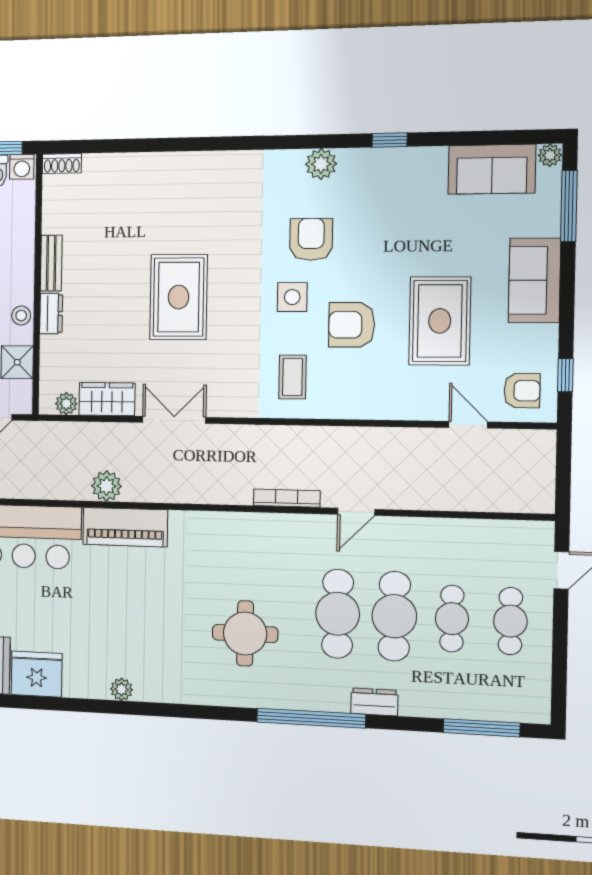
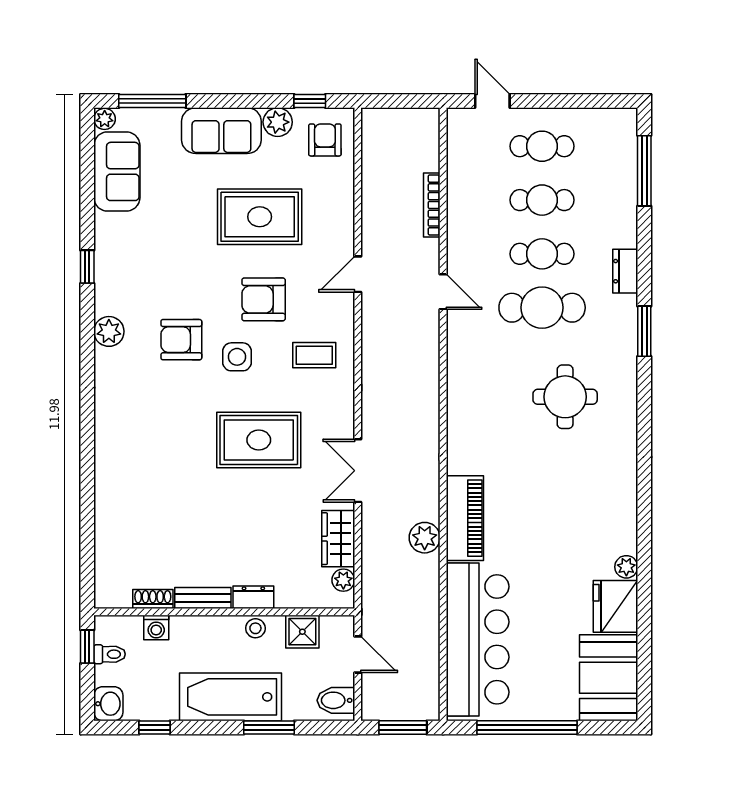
shoe rack: (62, 163) -> (153, 599), moved, turned -90
washing machine: (22, 167) -> (156, 628), moved, turned 90
rug: (179, 297) -> (259, 440), moved
armchair: (352, 325) -> (264, 299), turned 90
plant: (543, 340) -> (278, 122), added
door: (468, 425) -> (358, 274), moved
bookcase: (287, 498) -> (432, 205), moved
cafe table: (394, 616) -> (542, 254), width x0.73, depth x0.74
plant: (121, 689) -> (626, 567), moved
window: (311, 718) -> (644, 331), width x0.47

